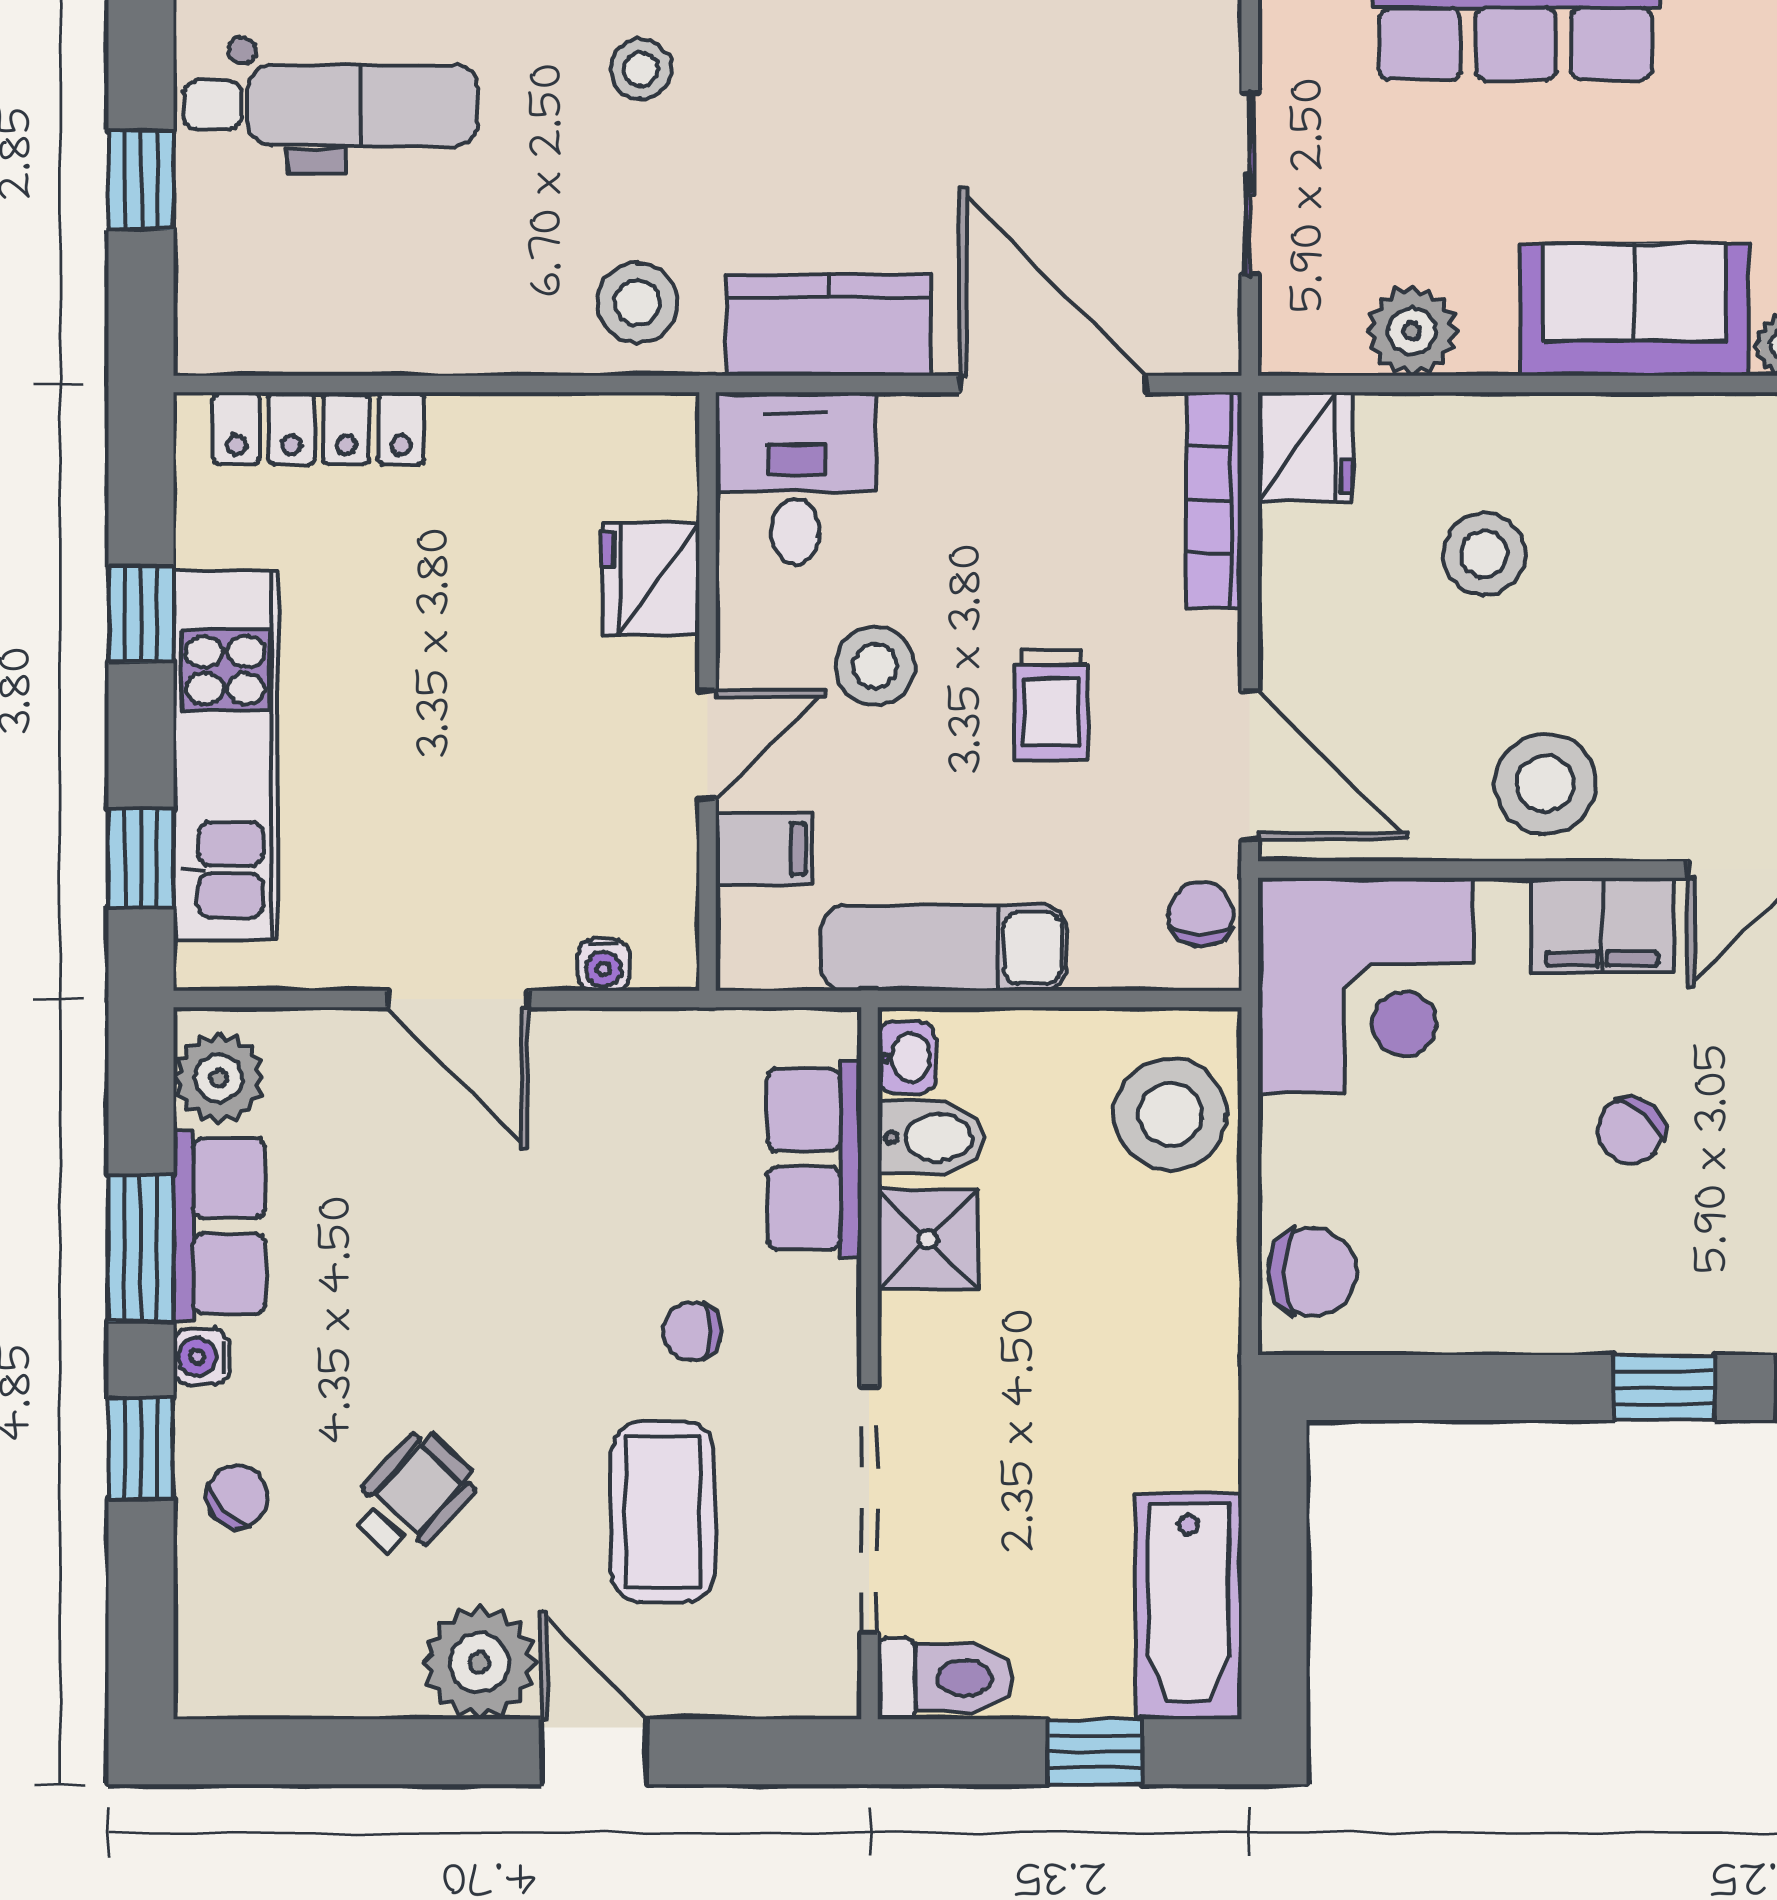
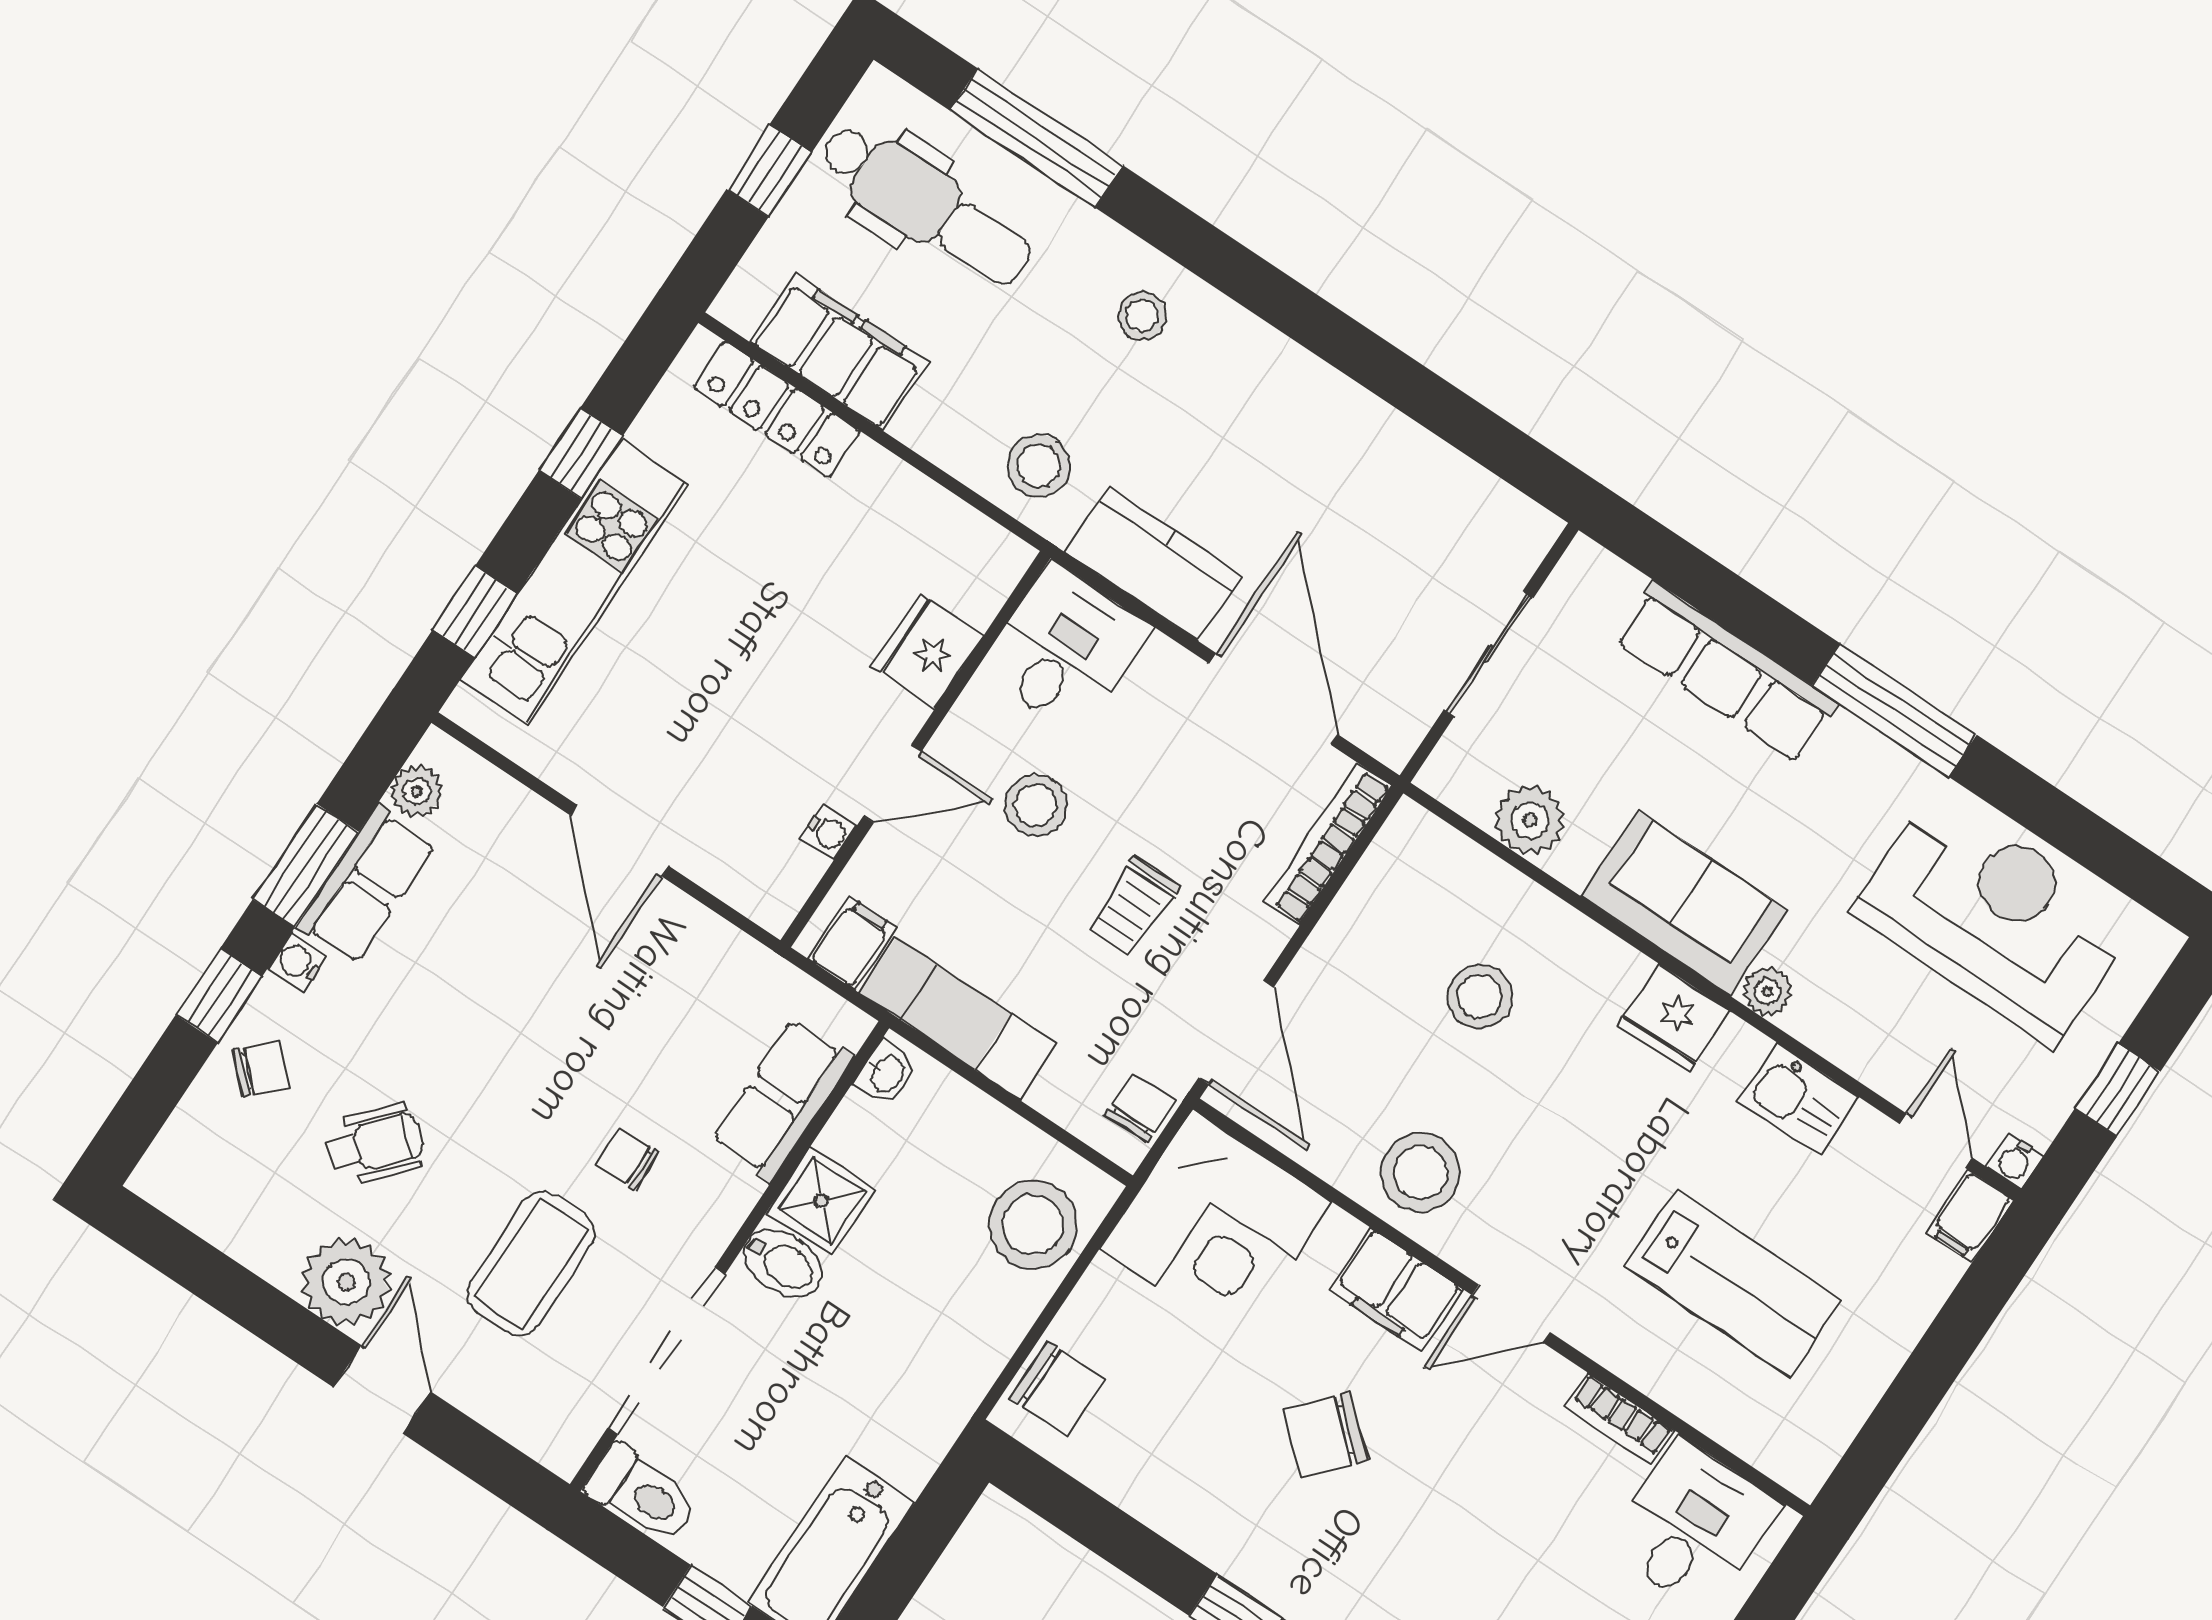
filing cabinet: (344, 323) -> (839, 352), added
fridge: (1305, 447) -> (1674, 1018), moved, turned 90
filing cabinet: (764, 849) -> (852, 943), moved, turned -90
water cooler: (603, 965) -> (828, 832), moved, turned -90
plant: (219, 1078) -> (417, 791), width x0.73, depth x0.73
chair: (1630, 1131) -> (1325, 1435), width x1.37, depth x1.37
bidet: (931, 1137) -> (783, 1263), moved

